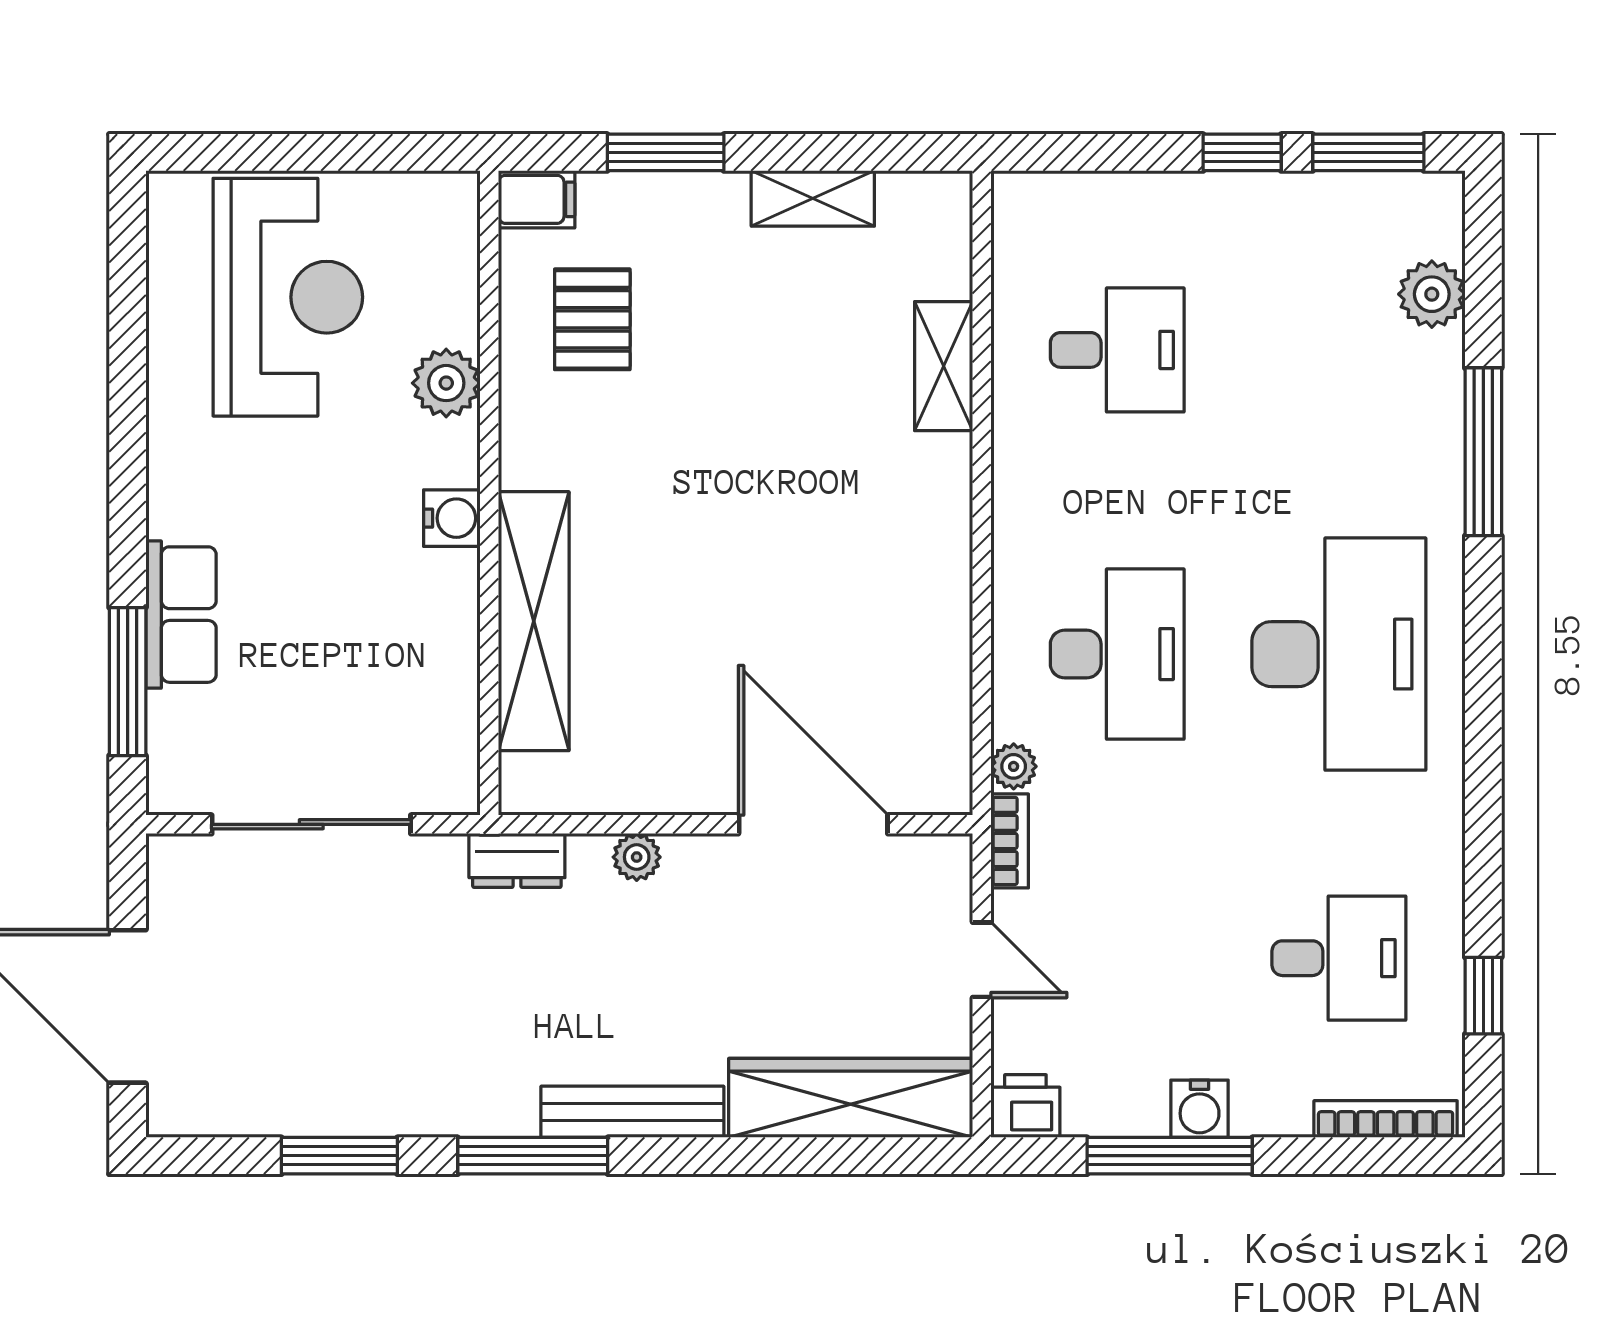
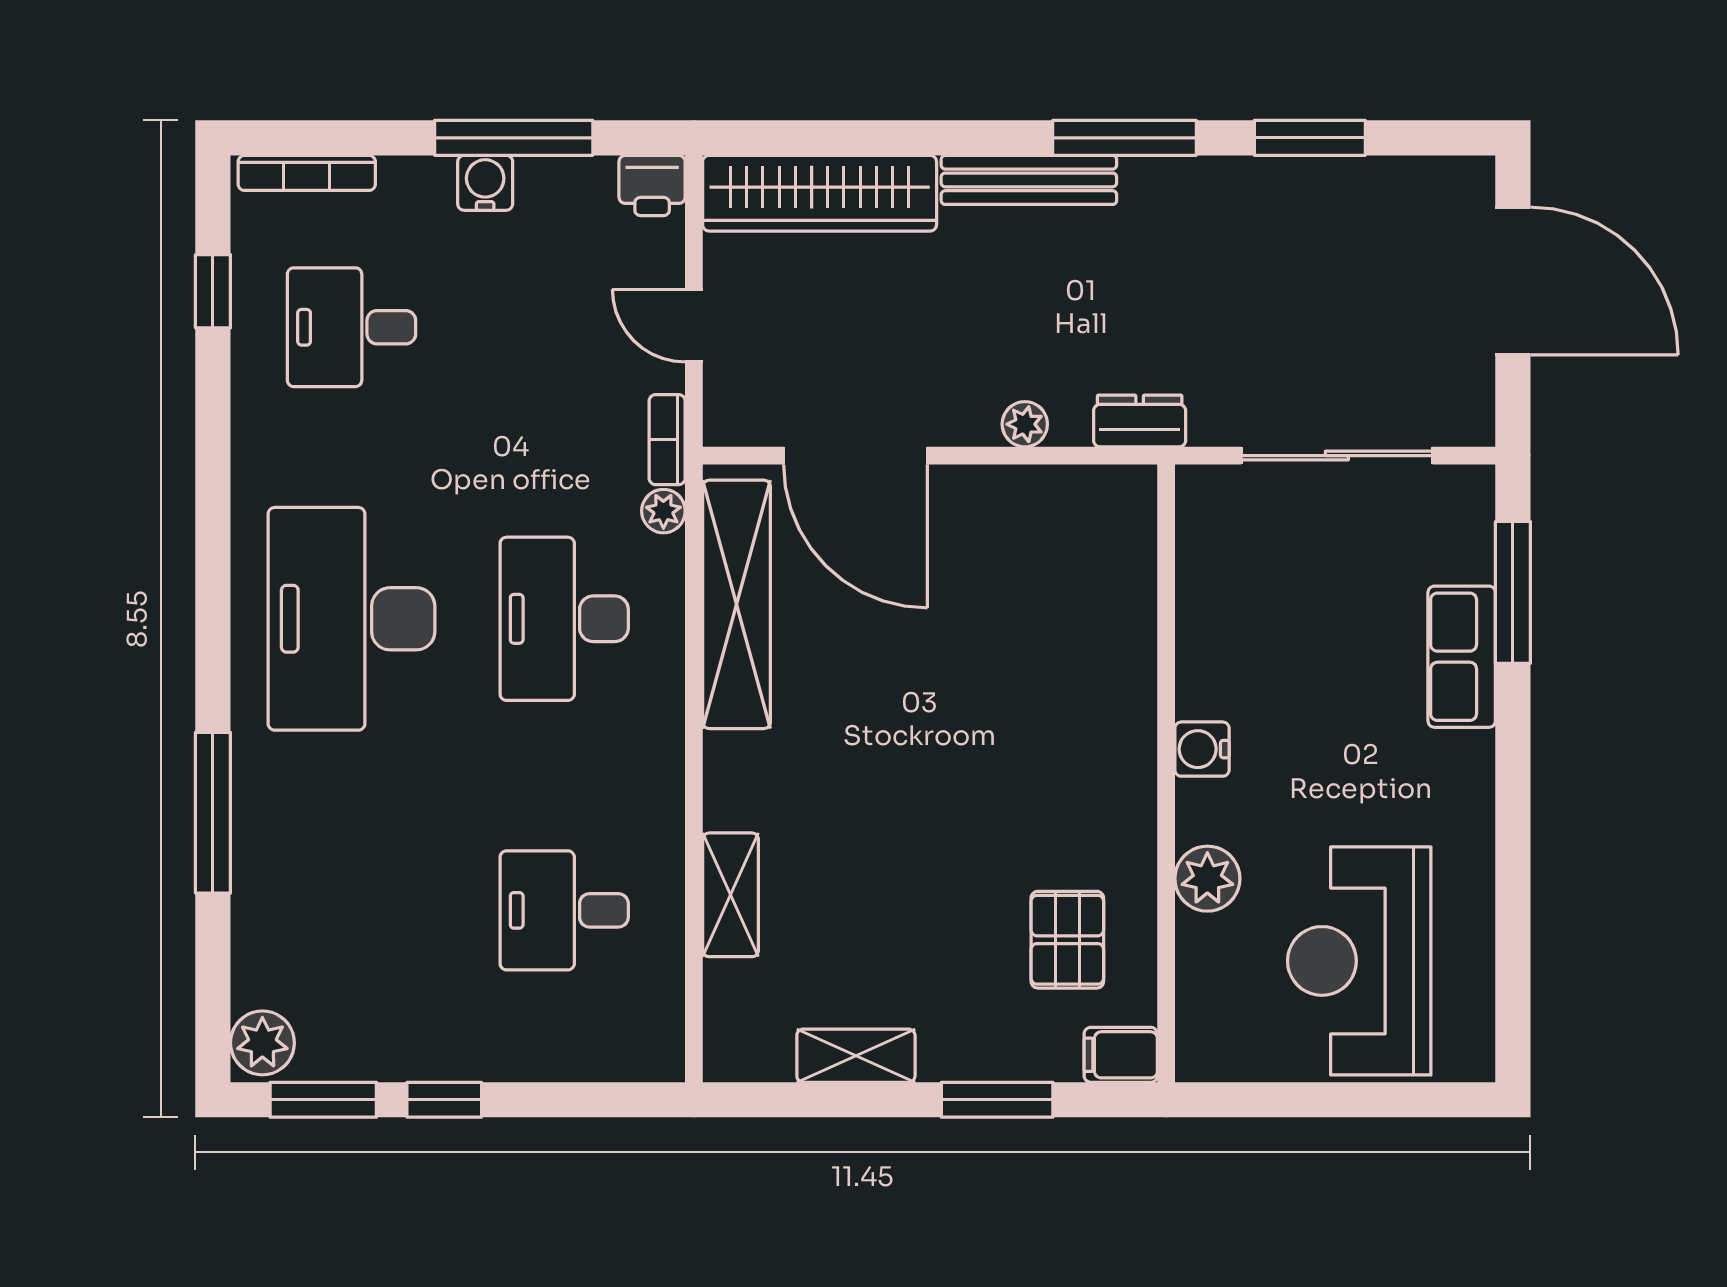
plant: (1432, 294) -> (262, 1043), moved
shelving: (534, 621) -> (737, 604), moved

